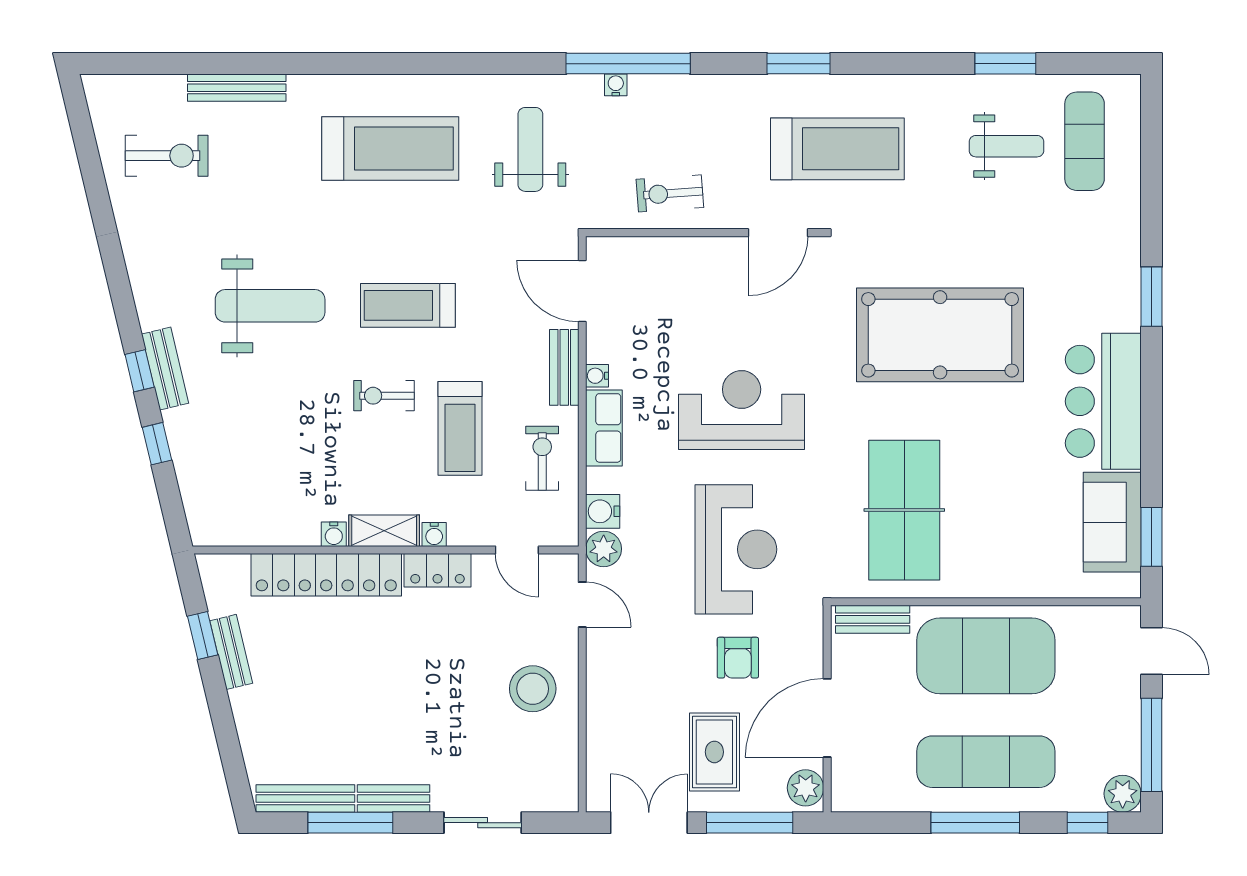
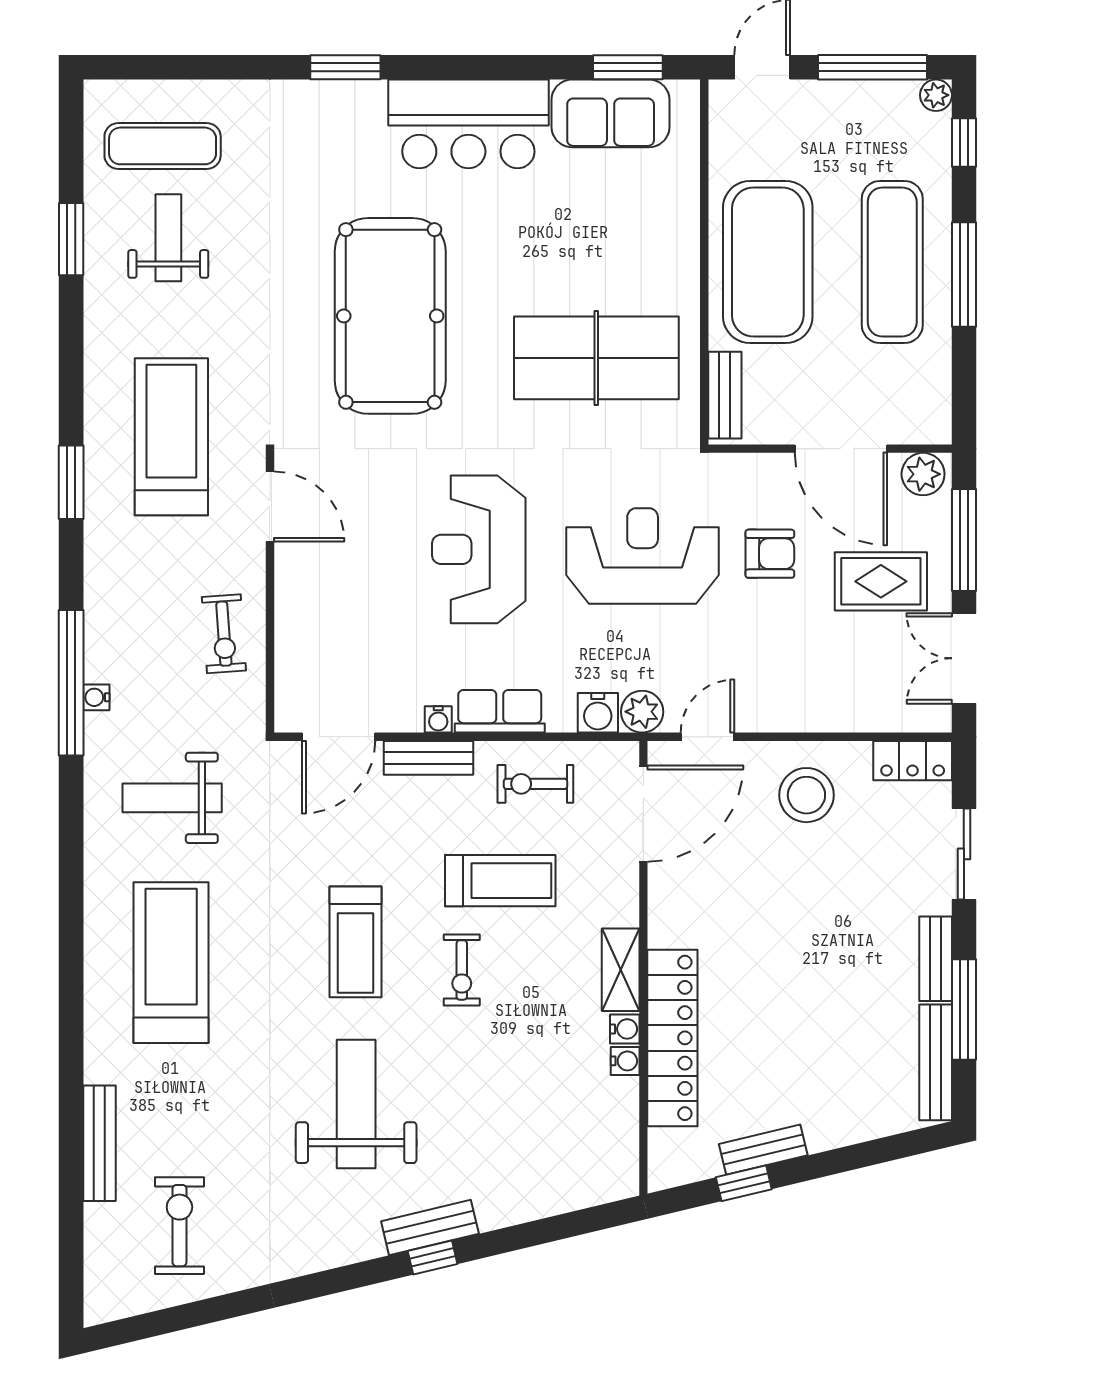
window: (157, 444) -> (518, 1237), removed
water cooler: (434, 535) -> (625, 1061), moved
door: (517, 550) -> (643, 814), width x1.87
locker: (437, 570) -> (913, 761), moved, turned 90
plant: (1123, 794) -> (936, 95), width x0.73, depth x0.73

